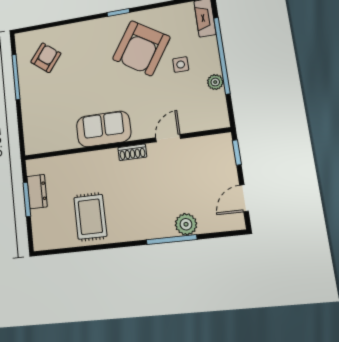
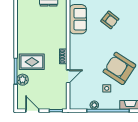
armchair: (46, 58) -> (110, 20), moved
sofa: (104, 129) -> (78, 19), moved
door: (168, 138) -> (68, 76), hinge flipped
rug: (90, 217) -> (32, 62), moved

